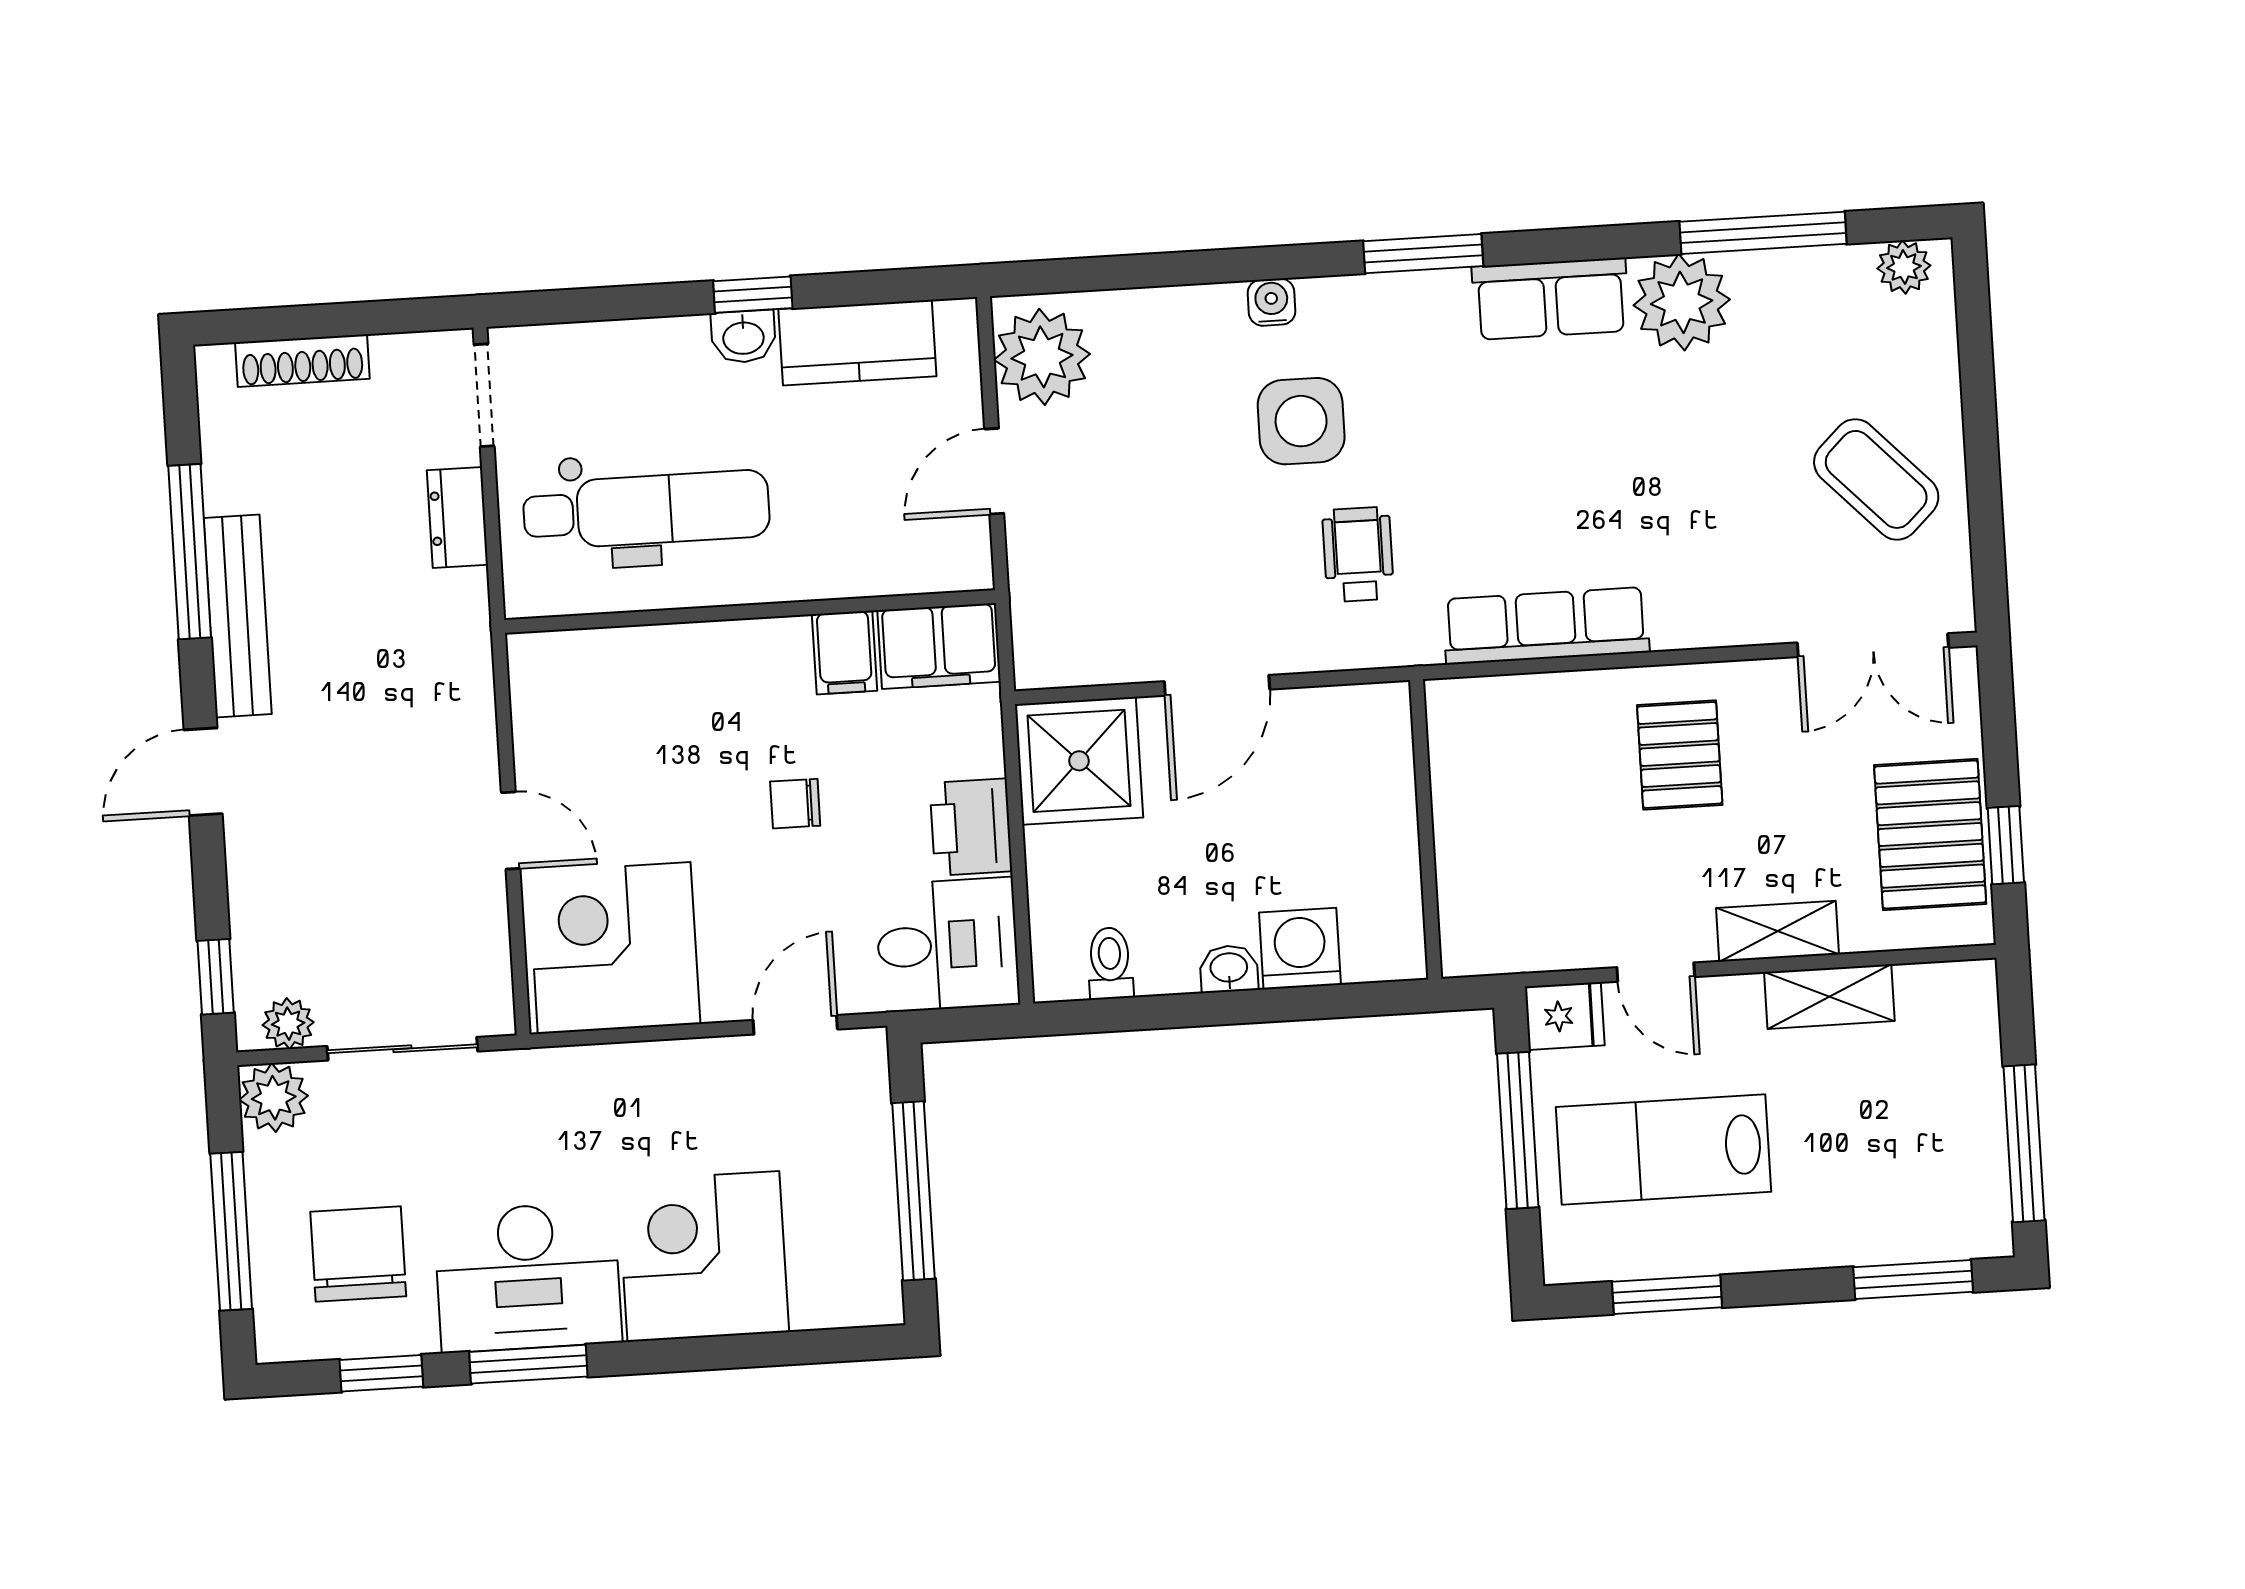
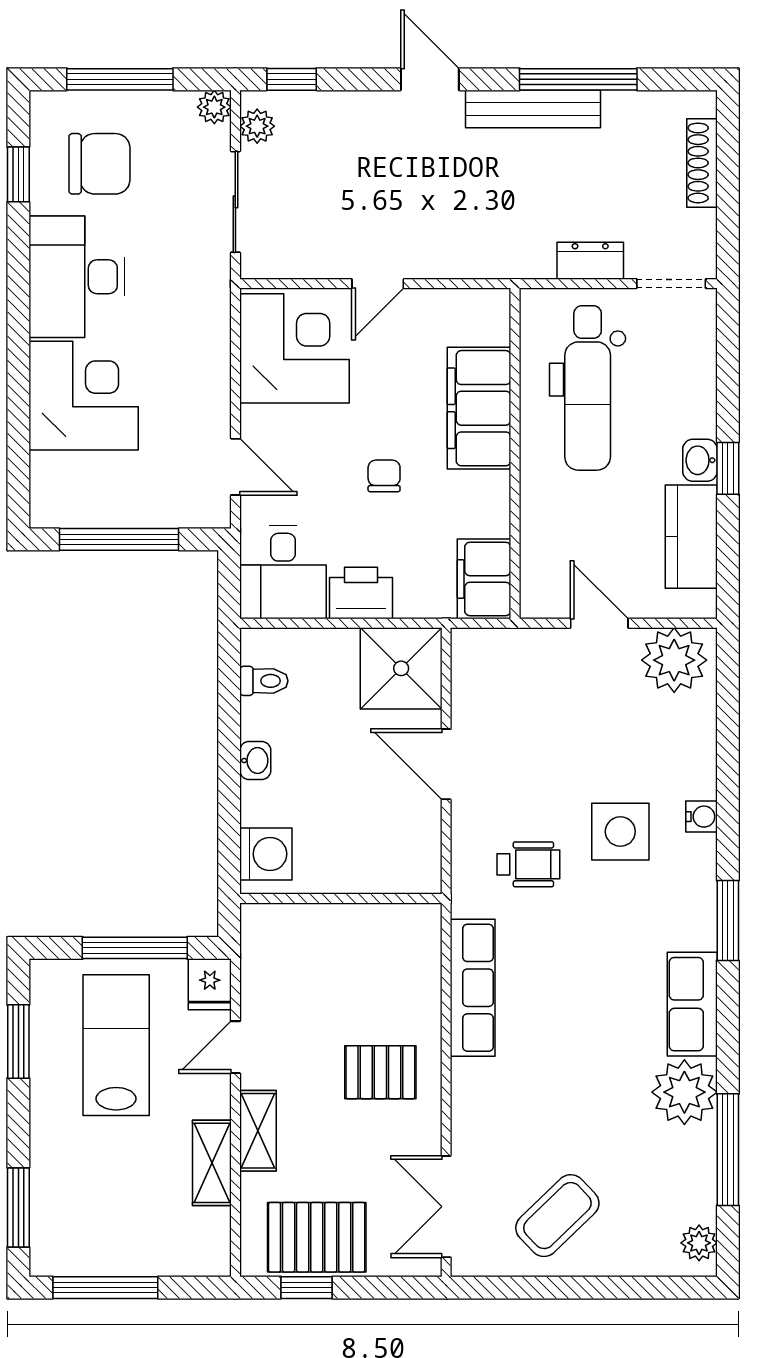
filing cabinet: (844, 652) -> (479, 408), moved, width x3.00, depth x1.17
washing machine: (1300, 949) -> (266, 854), moved
plant: (274, 1098) -> (214, 107), width x0.73, depth x0.73
window: (528, 1364) -> (18, 274), removed

